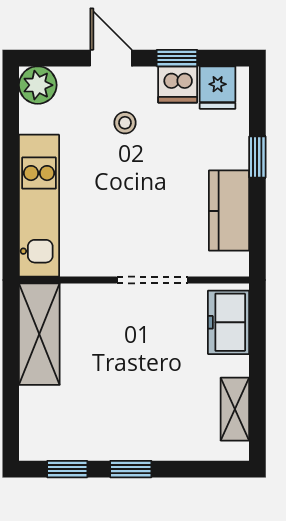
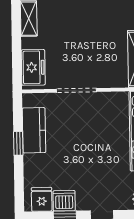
stool: (125, 123) -> (93, 179), removed
window: (257, 157) -> (18, 143), moved

